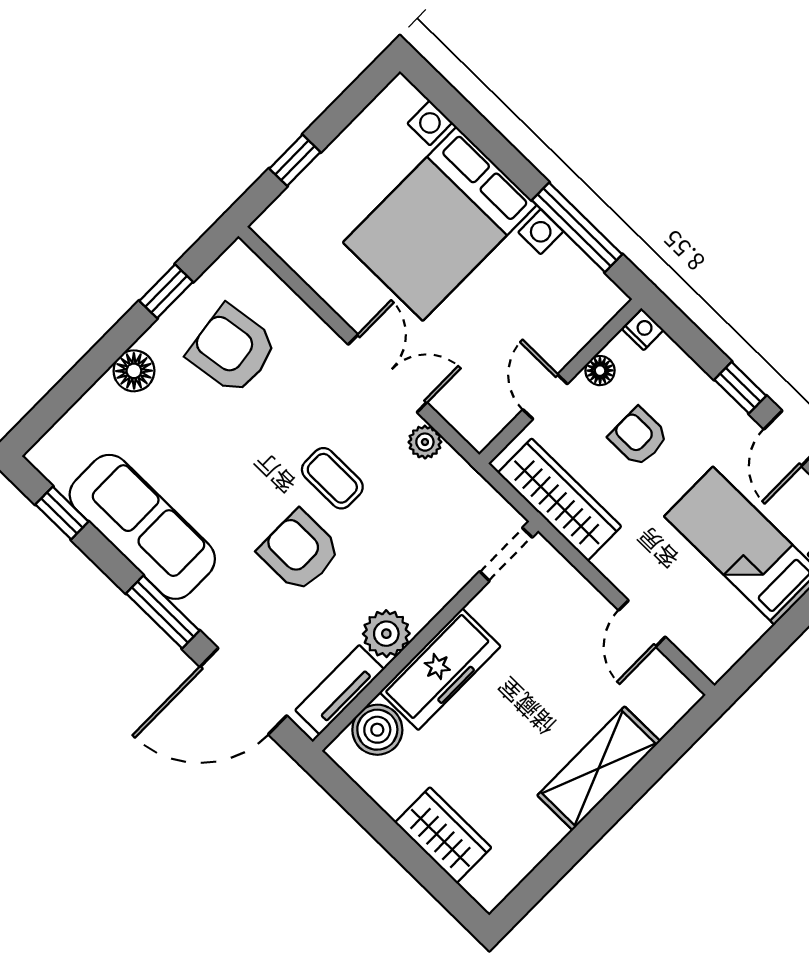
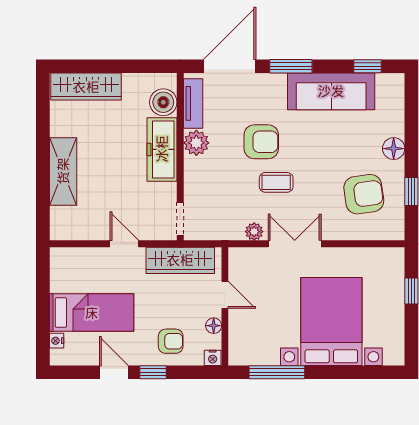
double door: (388, 373) -> (295, 244), swing flipped
armchair: (638, 437) -> (171, 341), moved
door: (642, 624) -> (124, 244), moved
wardrobe: (443, 835) -> (86, 87), width x1.50

